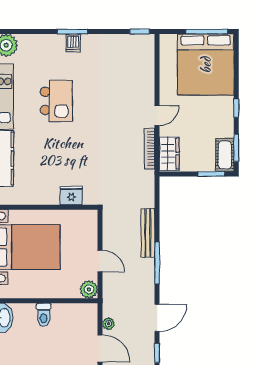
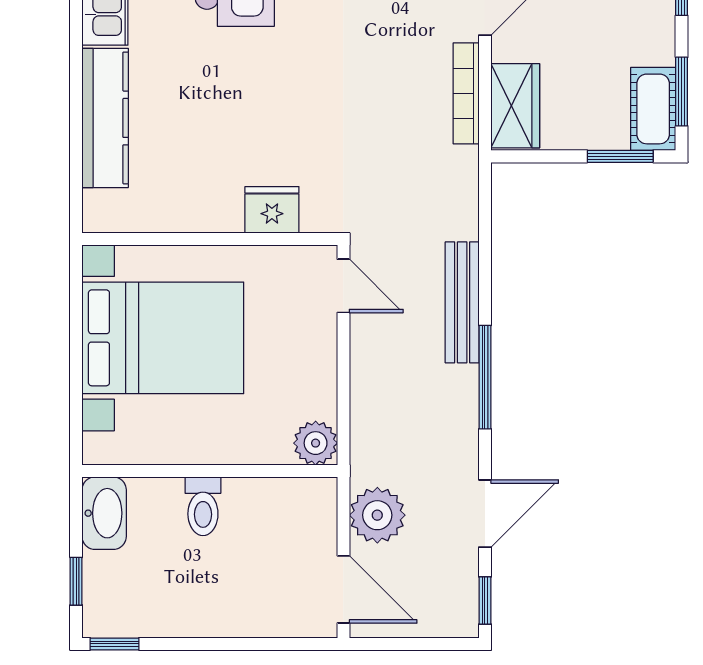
door: (100, 261) -> (343, 286), moved
plant: (108, 324) -> (377, 515), width x1.87, depth x1.87

